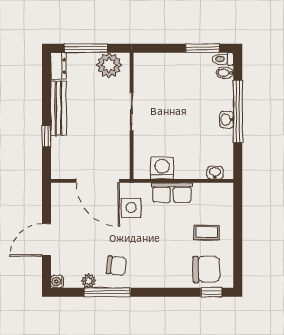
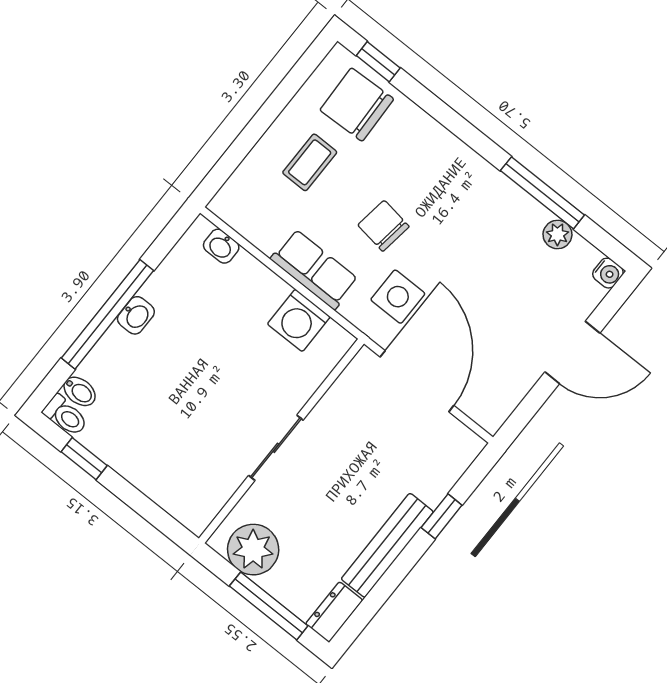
window: (202, 48) -> (84, 459), width x0.67
coffee table: (207, 232) -> (310, 162), turned 90
chair: (116, 266) -> (383, 226), moved

